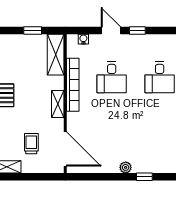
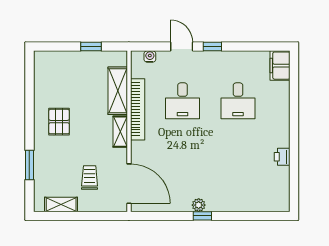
shelving: (56, 55) -> (118, 91), moved
window: (144, 177) -> (202, 216), moved

